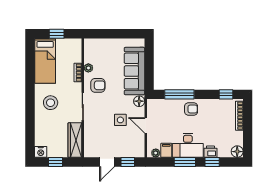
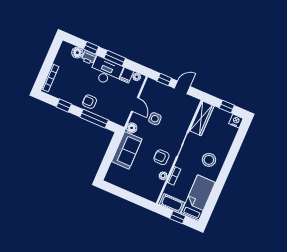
cot: (68, 45) -> (172, 203), added
sofa: (134, 71) -> (127, 150), width x0.73
window: (226, 94) -> (64, 106), moved
floor lamp: (237, 152) -> (77, 53), moved

